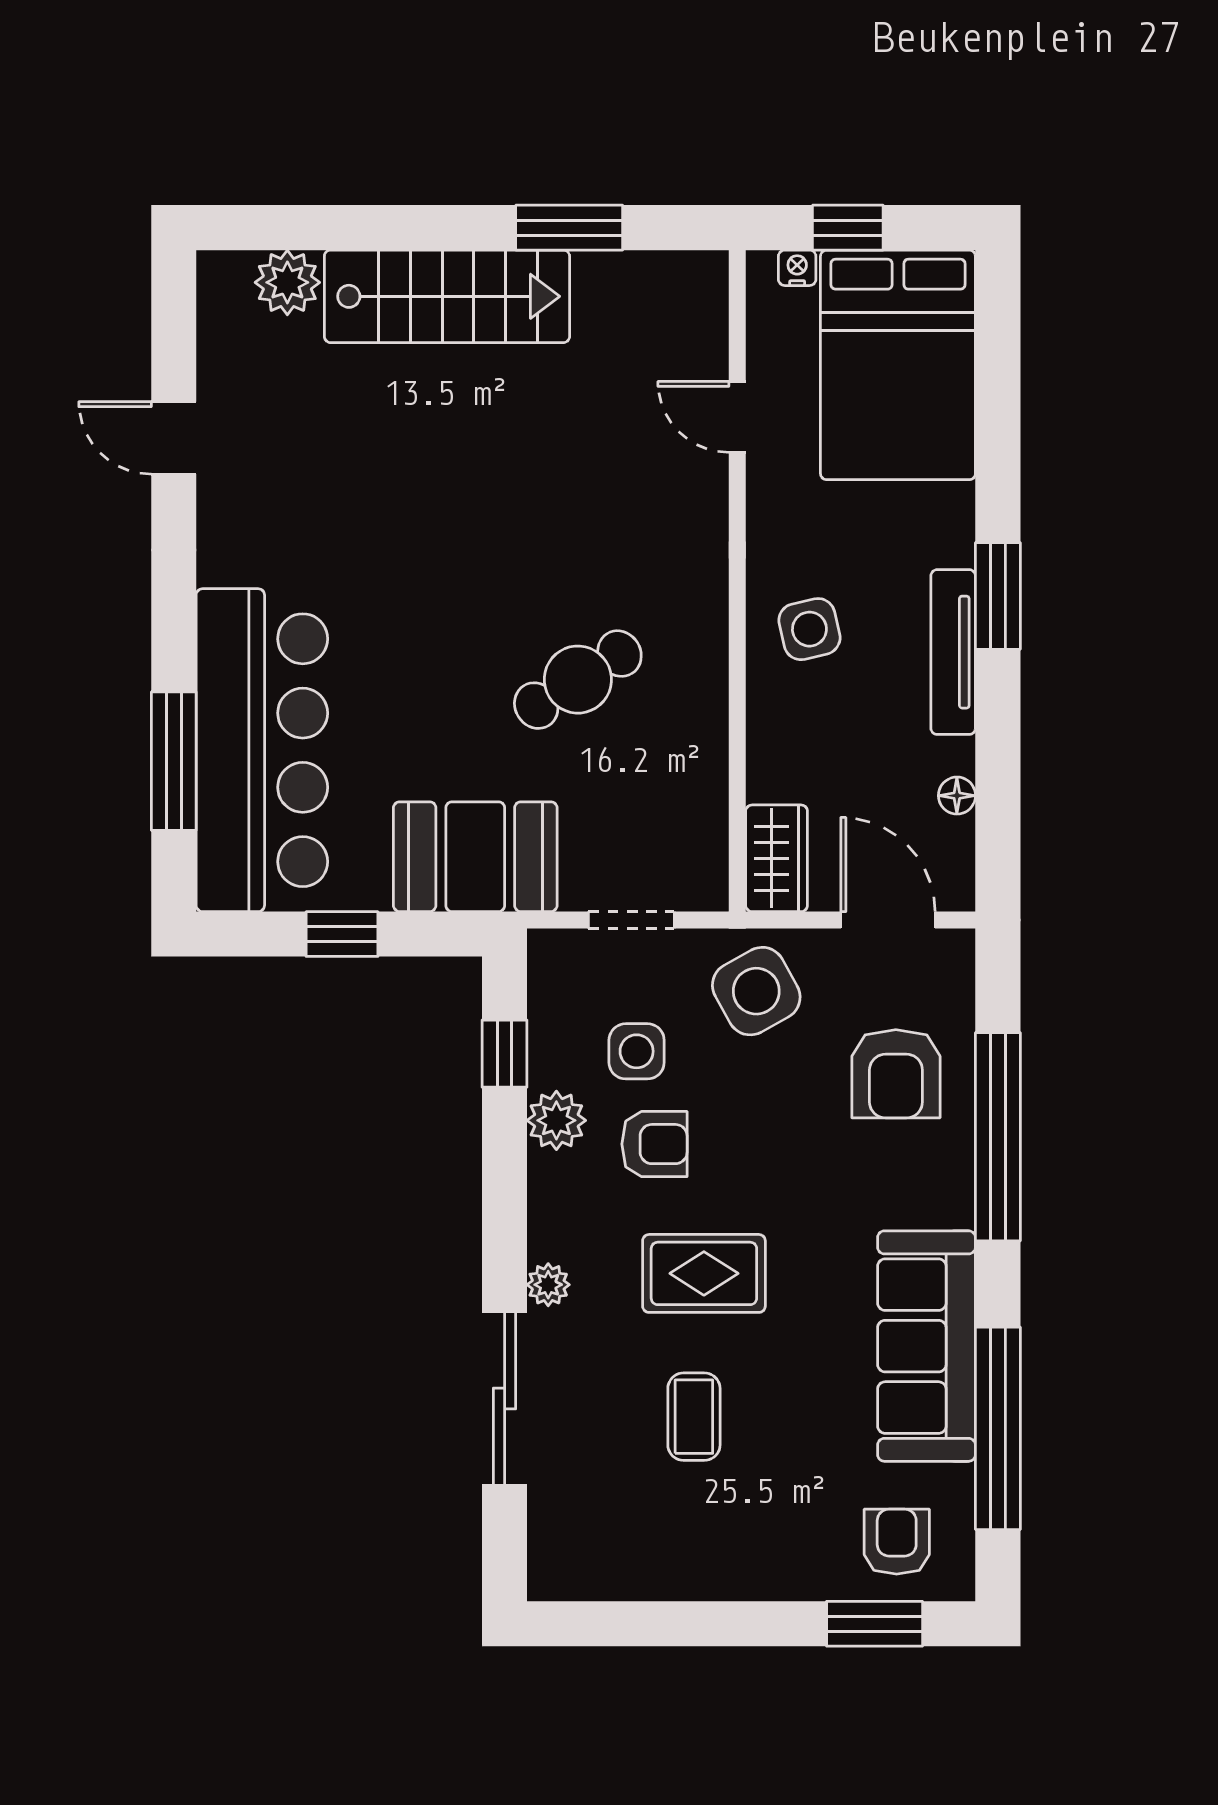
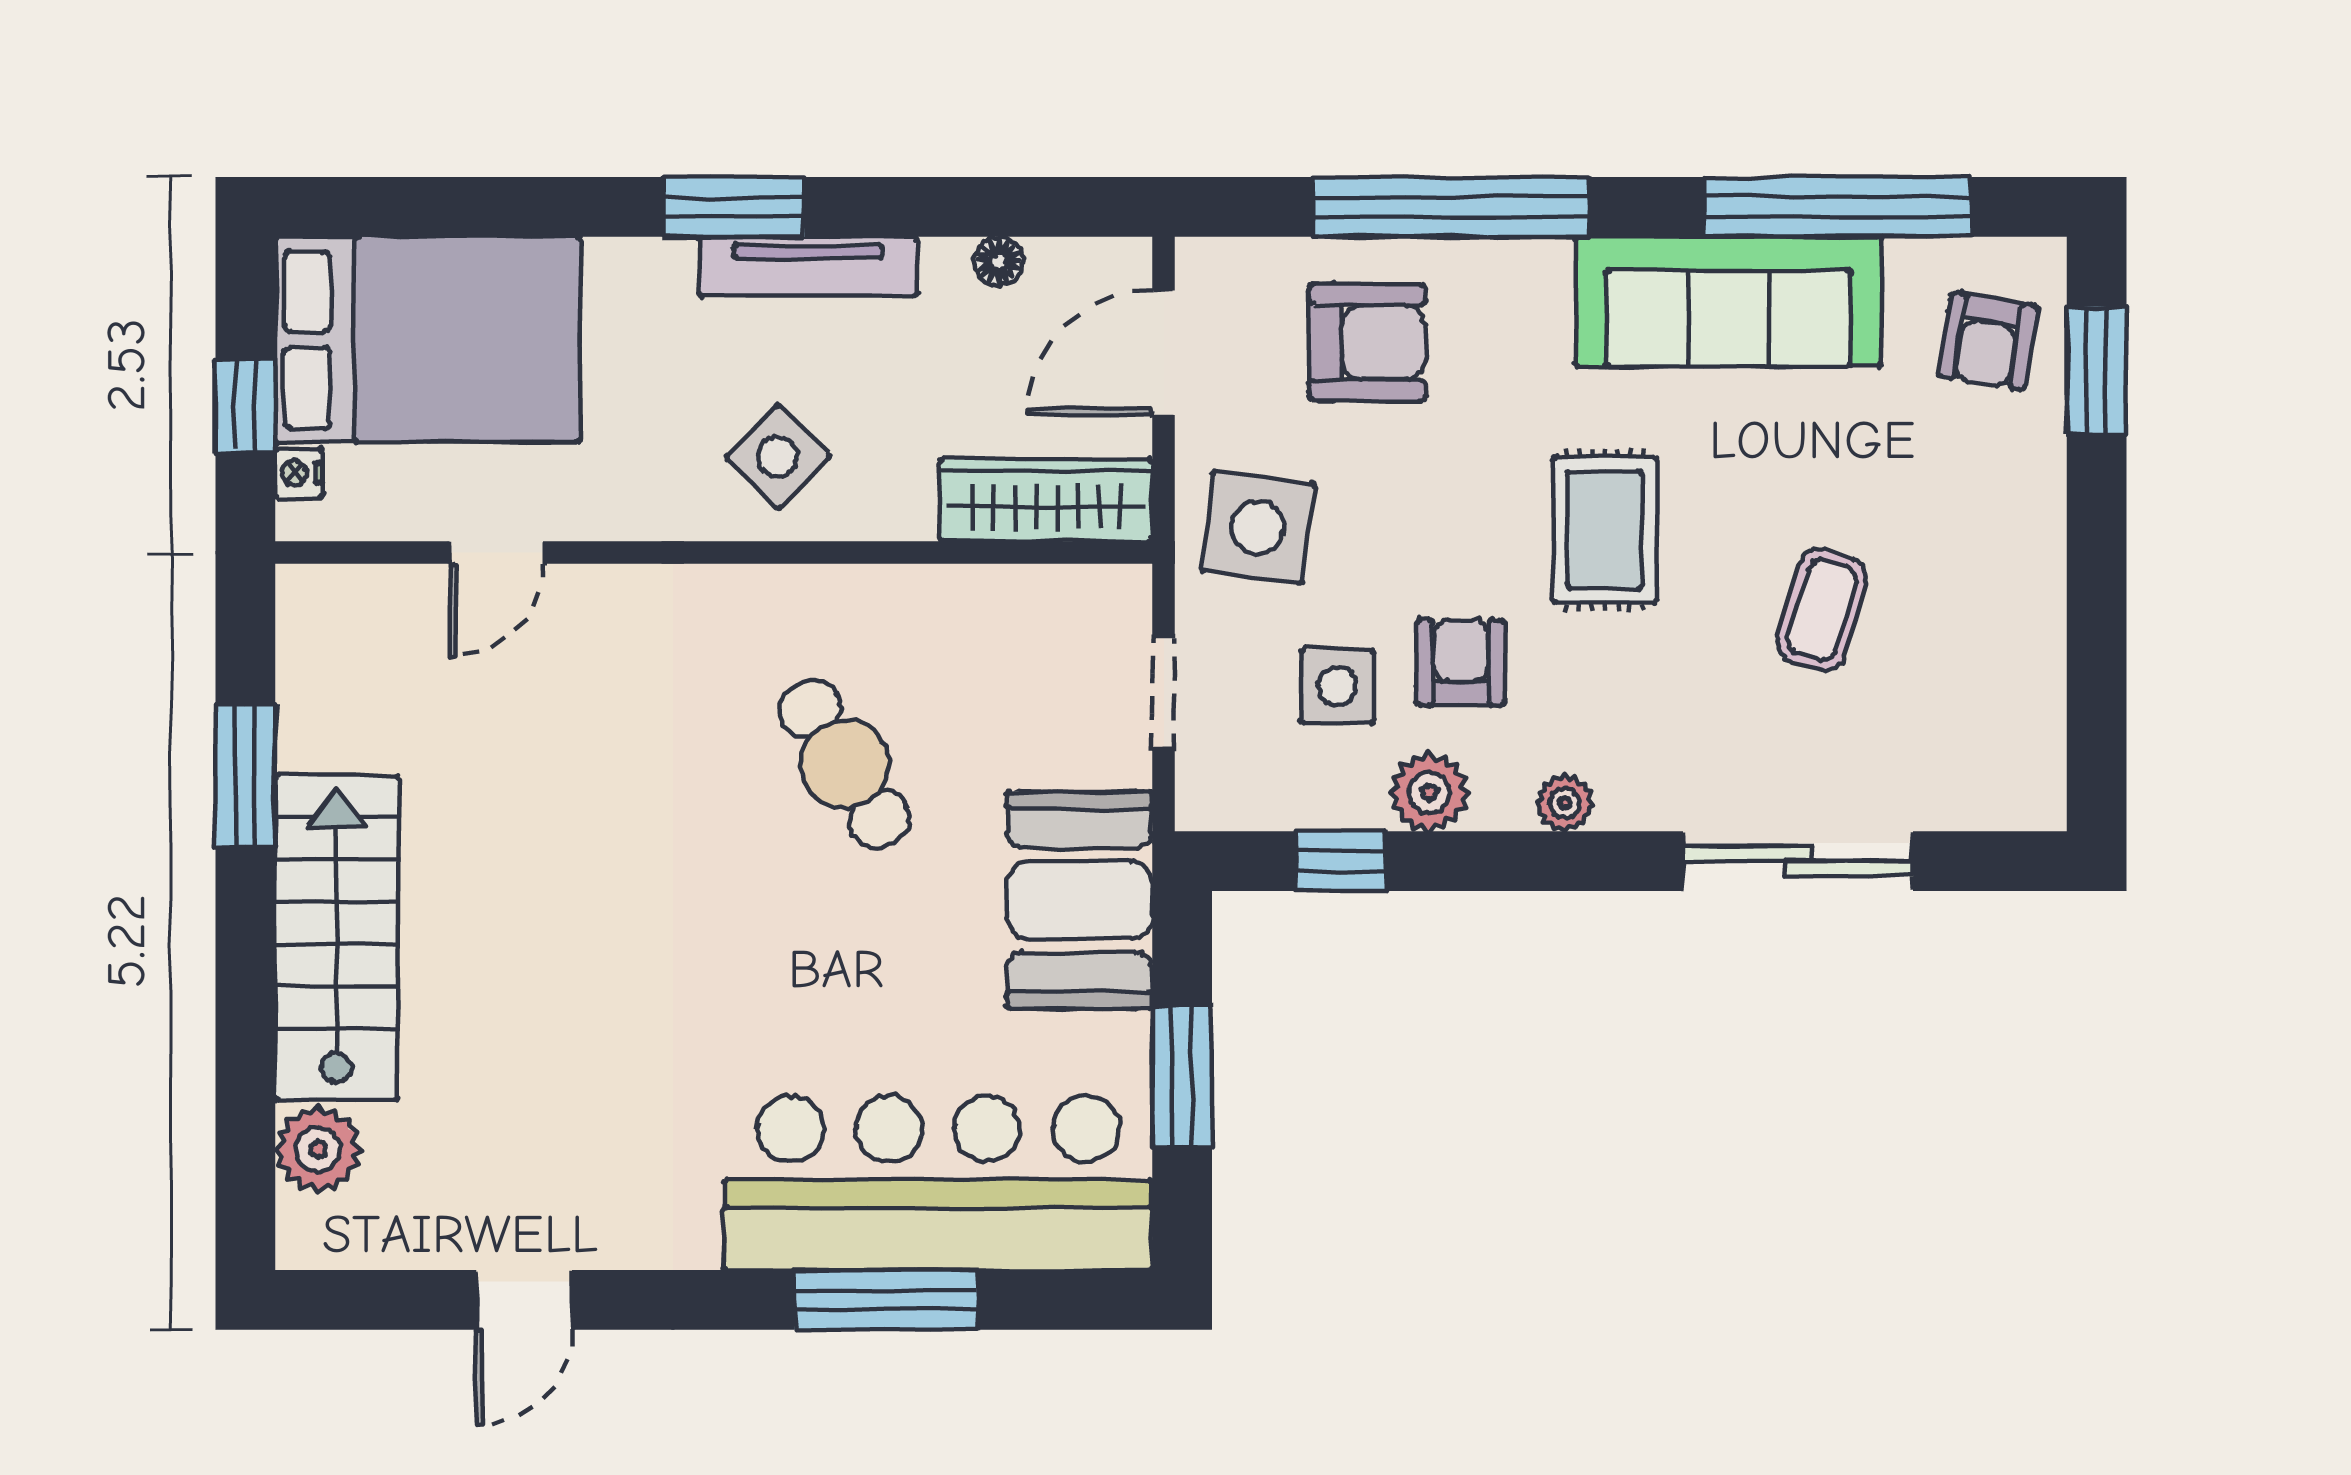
side table: (809, 629) -> (778, 457), turned -33
window: (174, 761) -> (886, 1300), moved
wardrobe: (777, 858) -> (1046, 500), width x1.50
window: (342, 934) -> (1182, 1077), width x1.50
side table: (756, 991) -> (1258, 527), turned 36
rug: (704, 1273) -> (1605, 530), moved
plant: (548, 1285) -> (1565, 803), moved
coffee table: (694, 1417) -> (1822, 610), turned -74
armchair: (897, 1542) -> (1988, 341), turned -81

